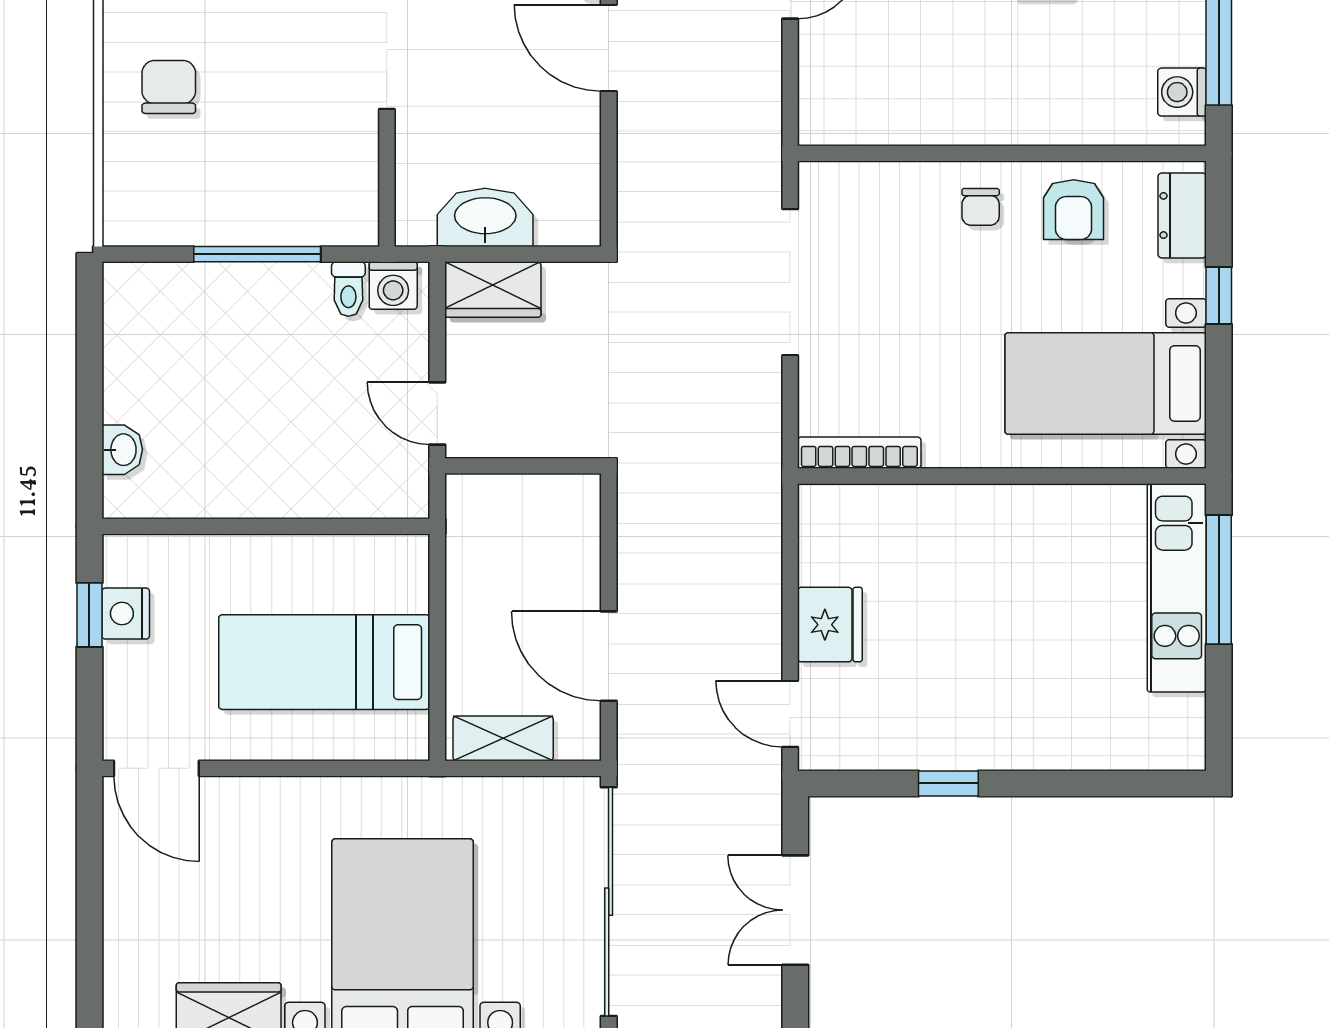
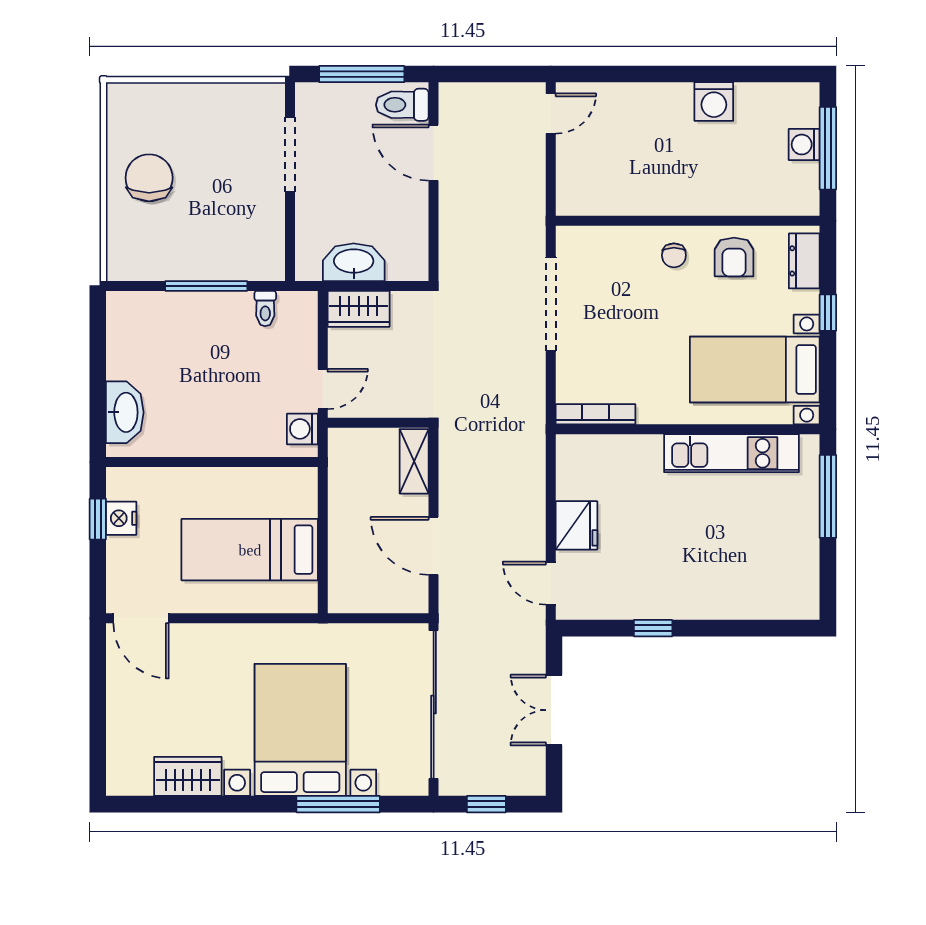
chair: (169, 87) -> (149, 178), width x1.37, depth x1.37
washing machine: (1182, 92) -> (804, 145), moved
washing machine: (393, 286) -> (302, 429), moved, turned 90
door: (437, 413) -> (323, 389), swing flipped
washbasin: (122, 450) -> (125, 412), width x1.91, depth x1.45
kitchen unit: (1177, 588) -> (732, 453), moved, turned -90
shelving: (503, 738) -> (414, 461), moved, turned 90

